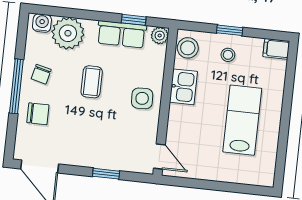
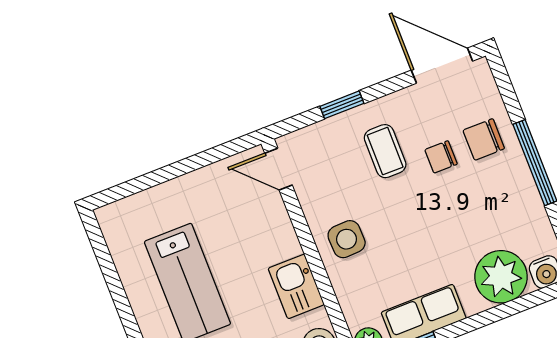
chair: (41, 74) -> (441, 157), moved, turned -104
coffee table: (92, 82) -> (385, 151), moved

